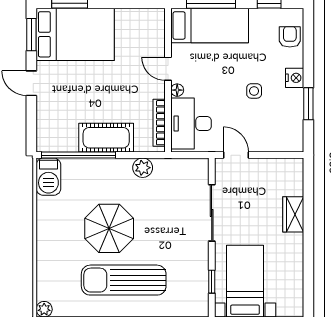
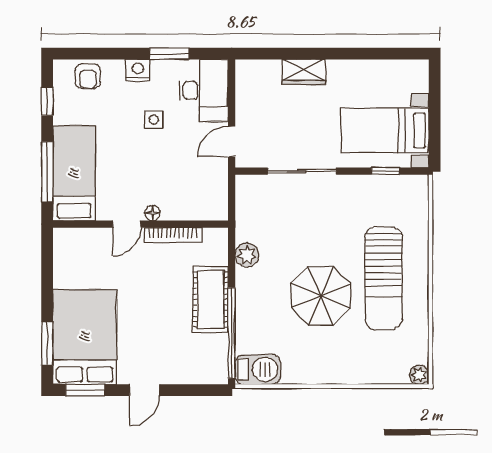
armchair: (290, 37) -> (88, 76), turned -90
bookcase: (159, 123) -> (173, 235), moved
desk: (191, 123) -> (204, 90), moved, turned -90

